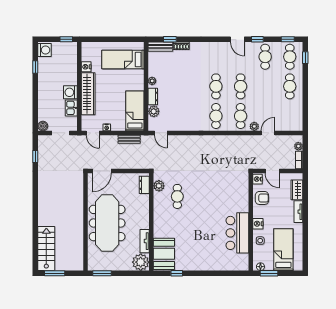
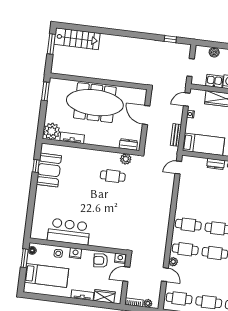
plant: (154, 111) -> (201, 163), removed
cafe table: (290, 116) -> (179, 298), added
boiler: (43, 126) -> (214, 52), moved
door: (102, 171) -> (146, 115), moved
armchair: (262, 198) -> (101, 260), turned 85
booth: (164, 254) -> (49, 170), moved, turned 90

